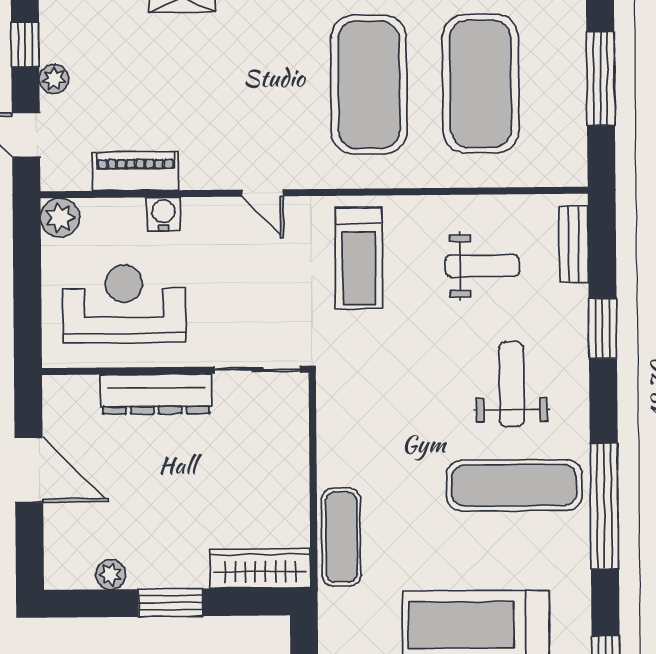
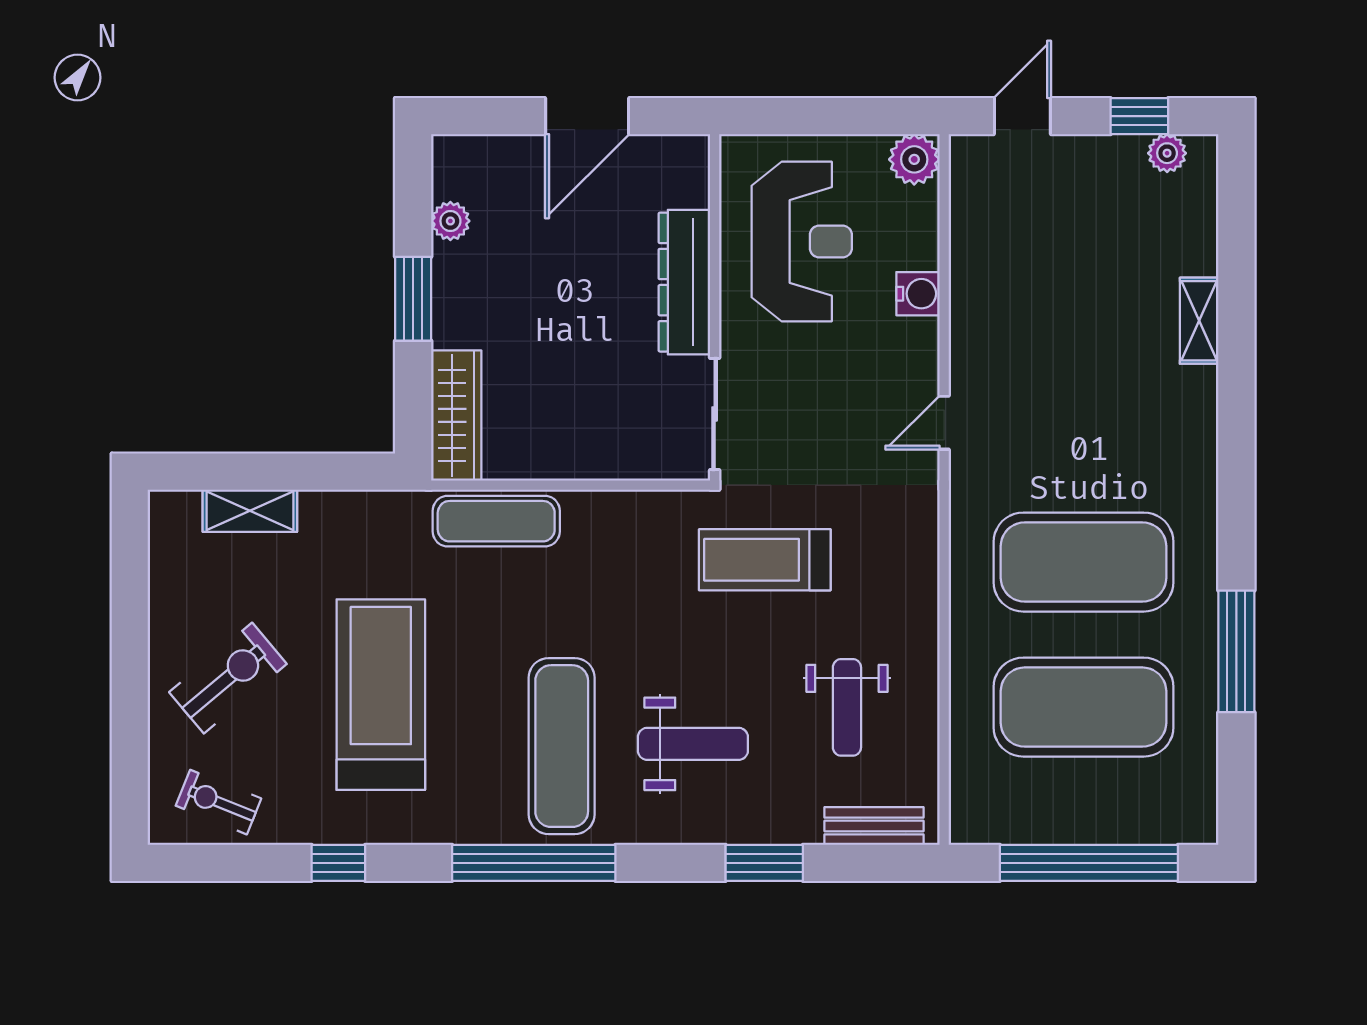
window: (601, 78) -> (1089, 863), width x1.46
plant: (54, 79) -> (1167, 153), moved
piano: (136, 171) -> (974, 258), removed
treadmill: (359, 258) -> (765, 560), moved

